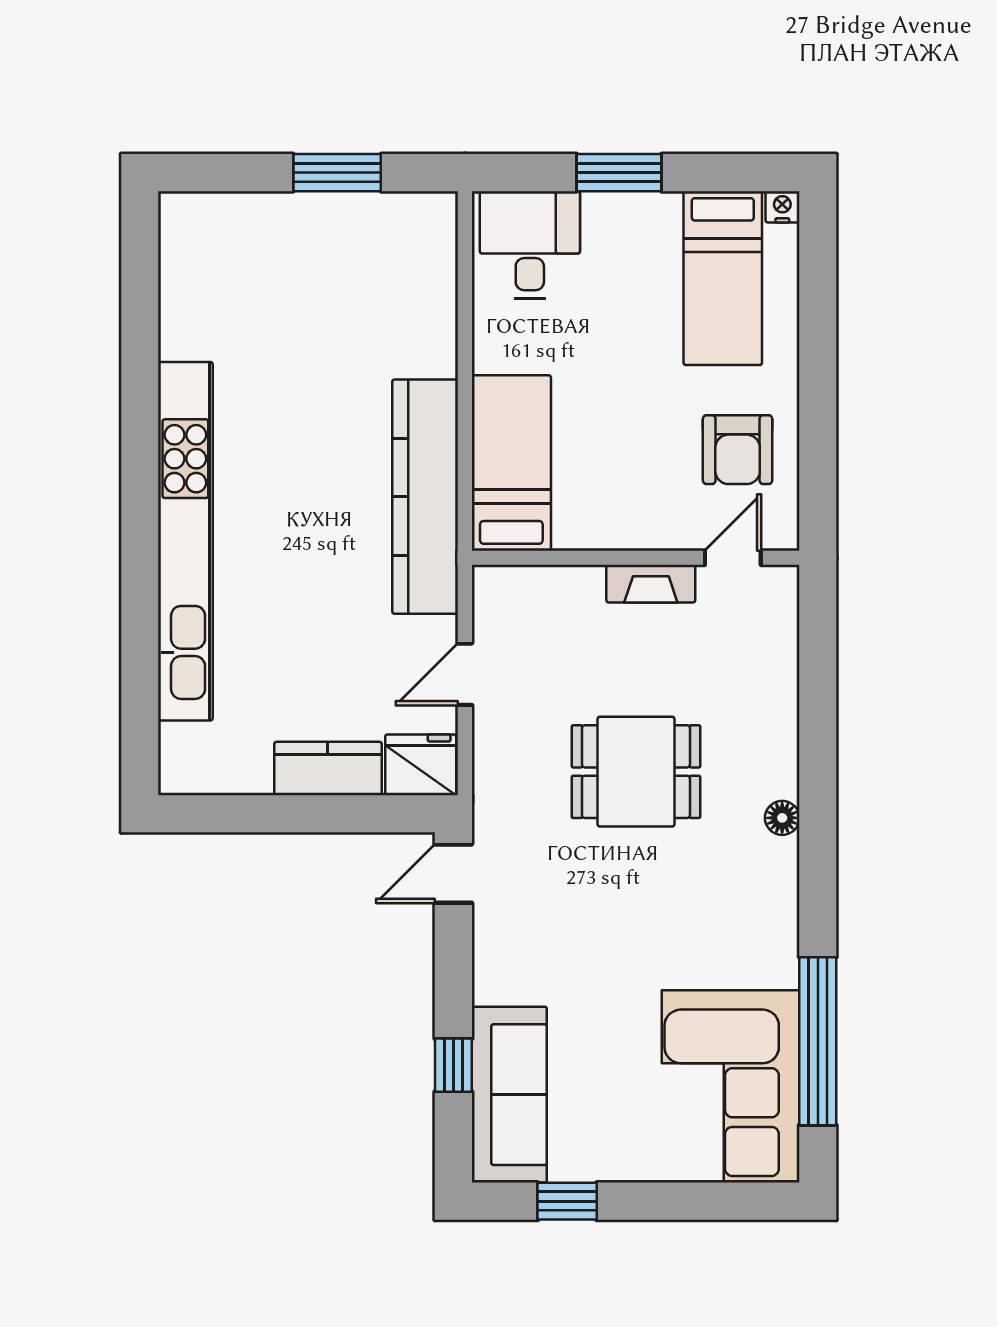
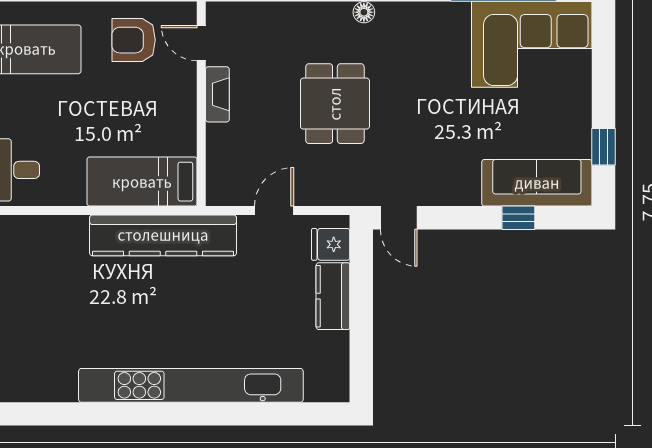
armchair: (738, 450) -> (134, 40), turned 180
door: (465, 674) -> (274, 211), swing flipped
fridge: (421, 765) -> (331, 244), width x0.72

